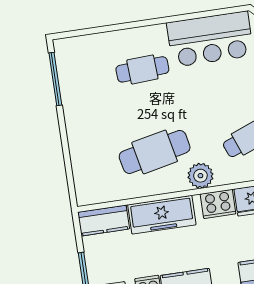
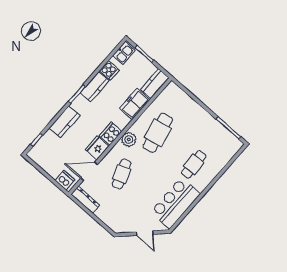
freezer: (162, 215) -> (135, 104), width x0.71

